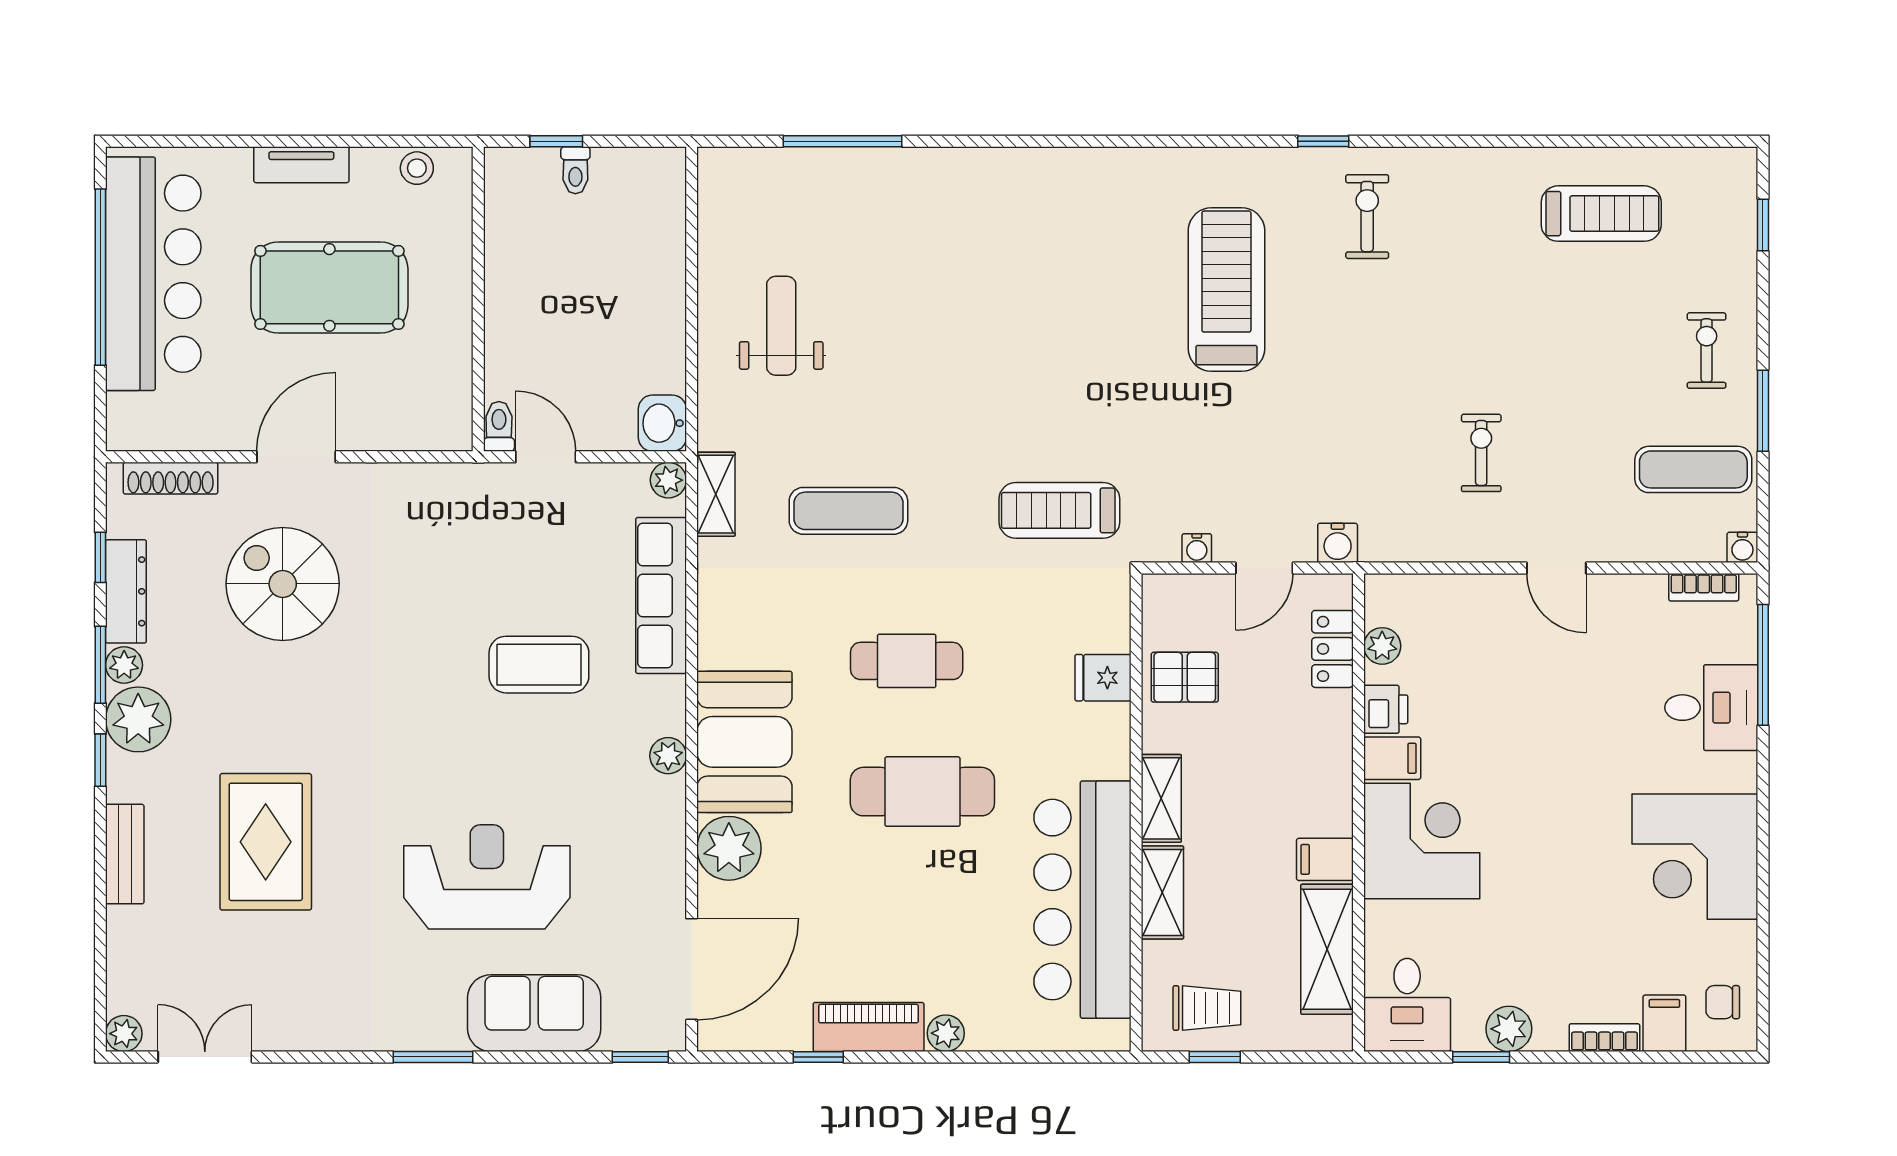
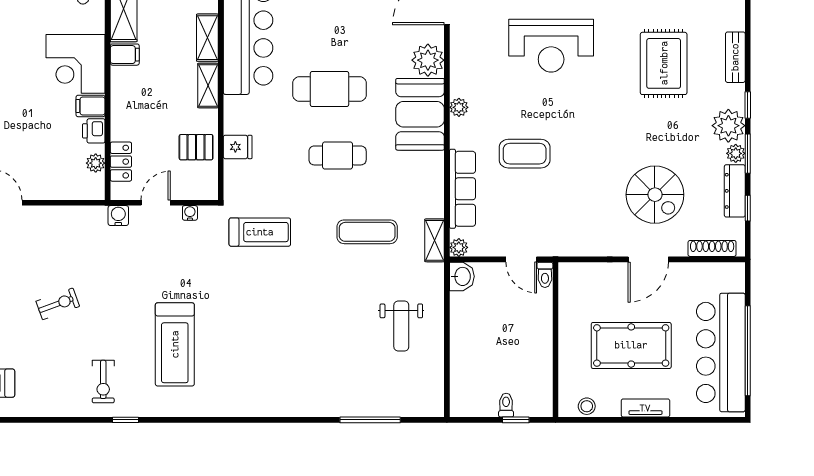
exercise bike: (1481, 453) -> (58, 304), moved, turned -110

